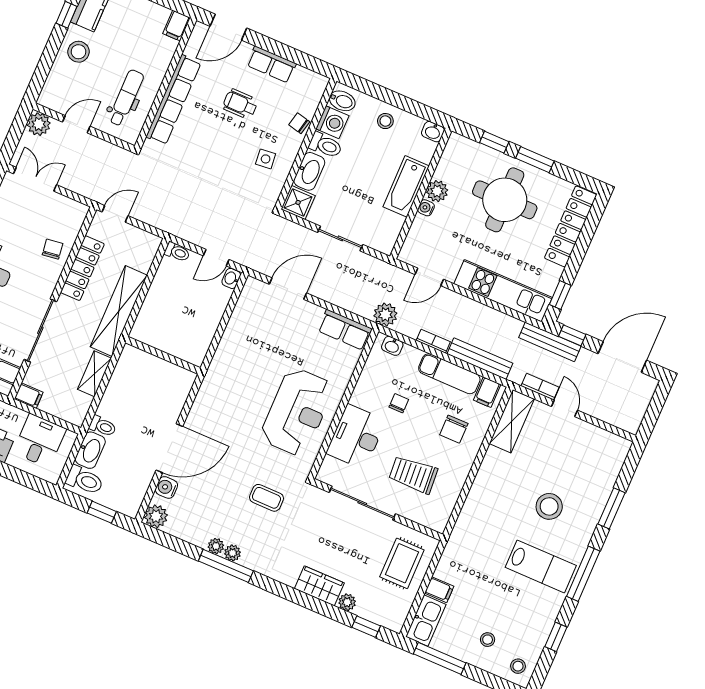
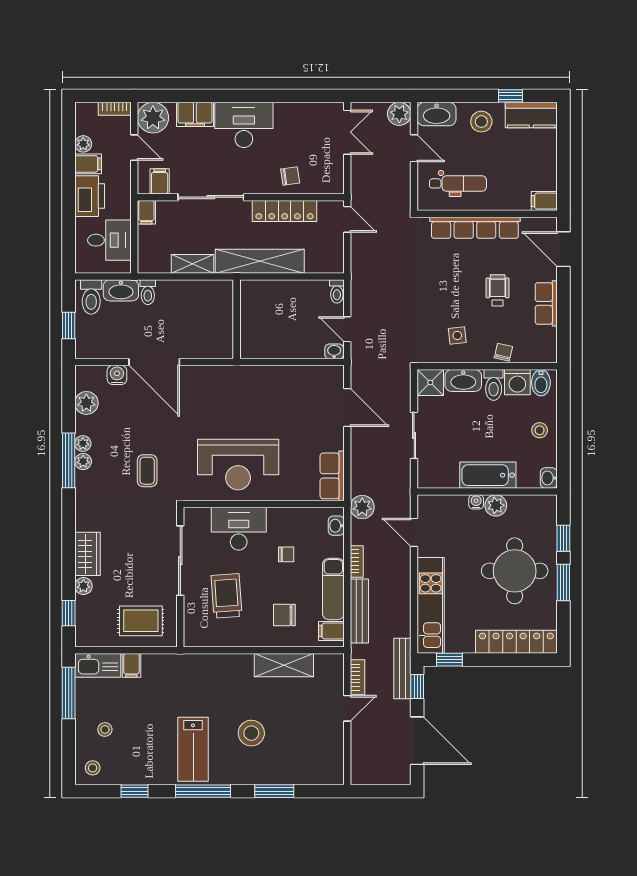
washbasin: (54, 90) -> (437, 114), added
shelving: (512, 421) -> (284, 665), moved
plant: (156, 516) -> (86, 403), moved

